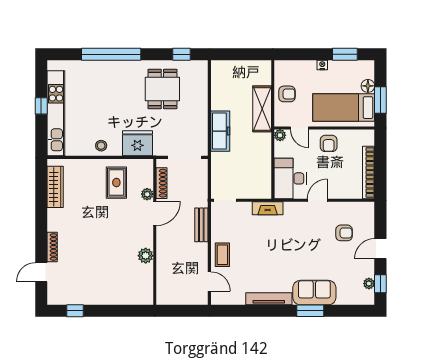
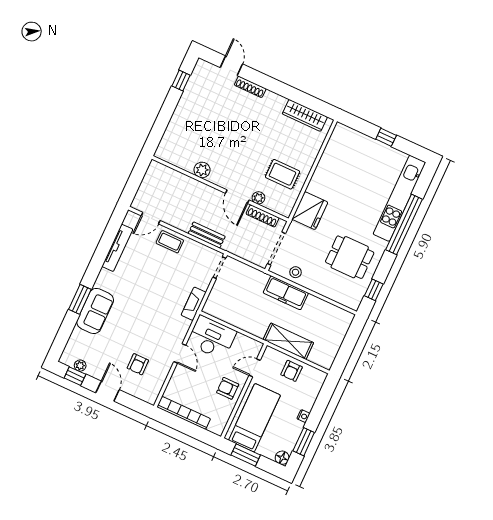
floor lamp: (368, 86) -> (282, 458), moved
kitchen unit: (56, 113) -> (399, 198), moved, turned 90
plant: (280, 135) -> (256, 347), removed
stool: (101, 146) -> (295, 272), moved
tv unit: (269, 299) -> (117, 248), moved

